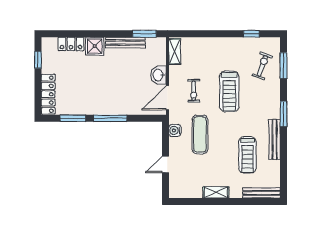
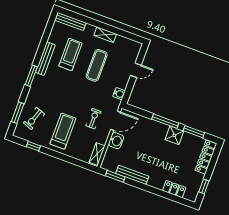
shower: (95, 46) -> (174, 135), moved
treadmill: (229, 91) -> (63, 131), moved
exercise mat: (200, 134) -> (97, 65), moved

